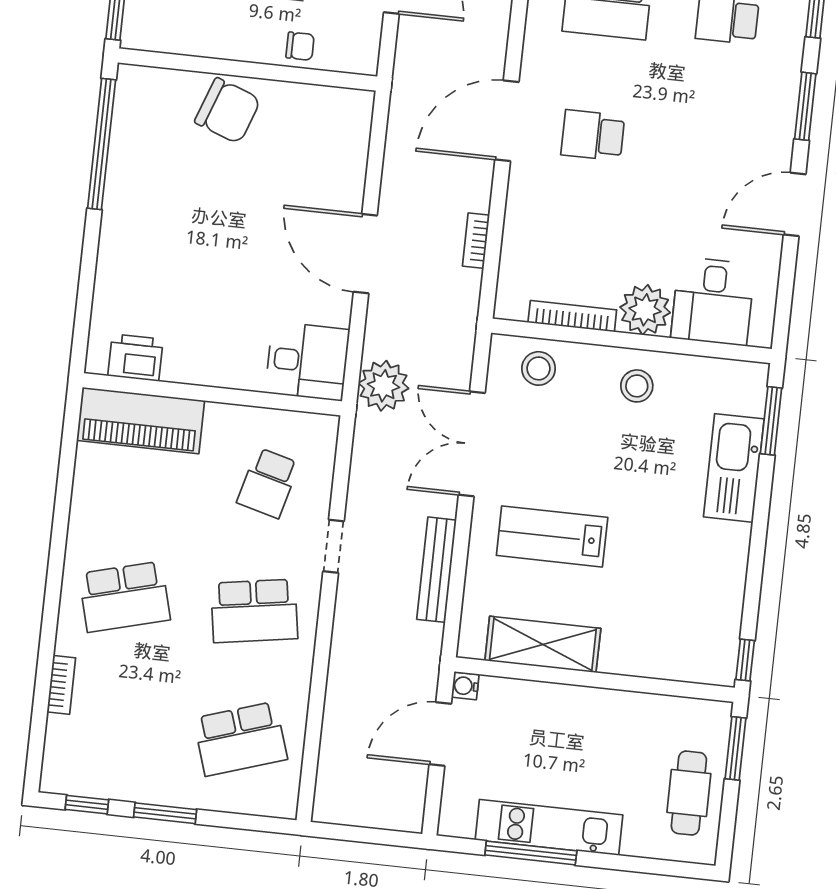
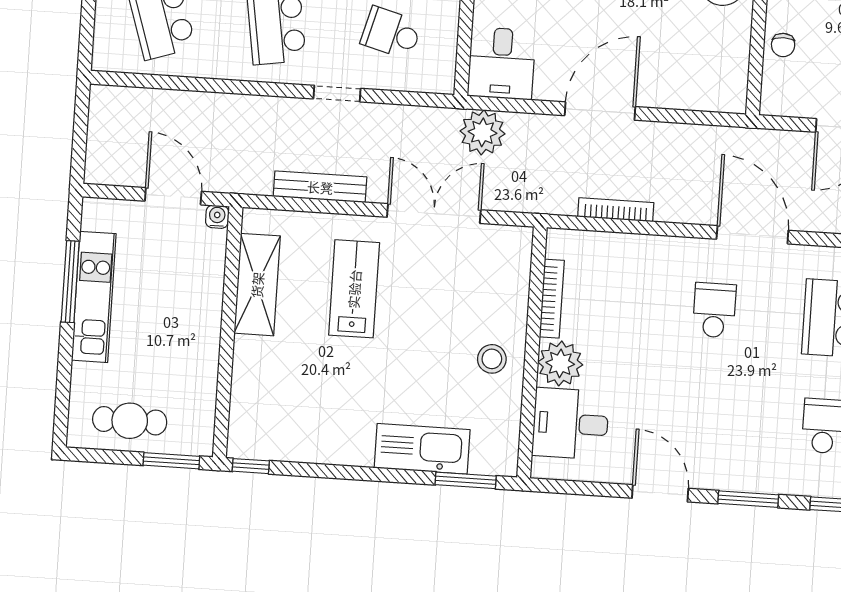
door: (507, 121) -> (752, 235), moved
bookcase: (476, 241) -> (616, 210), width x1.56
stool: (539, 368) -> (504, 270), removed

